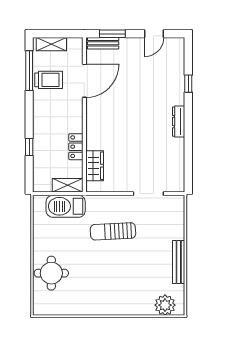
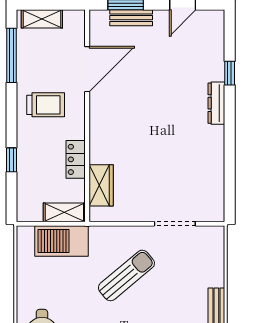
bench: (103, 43) -> (131, 18), moved
trolley: (49, 80) -> (46, 105), moved
dresser: (179, 122) -> (216, 103), moved
sun lounger: (113, 231) -> (126, 275), turned 143

